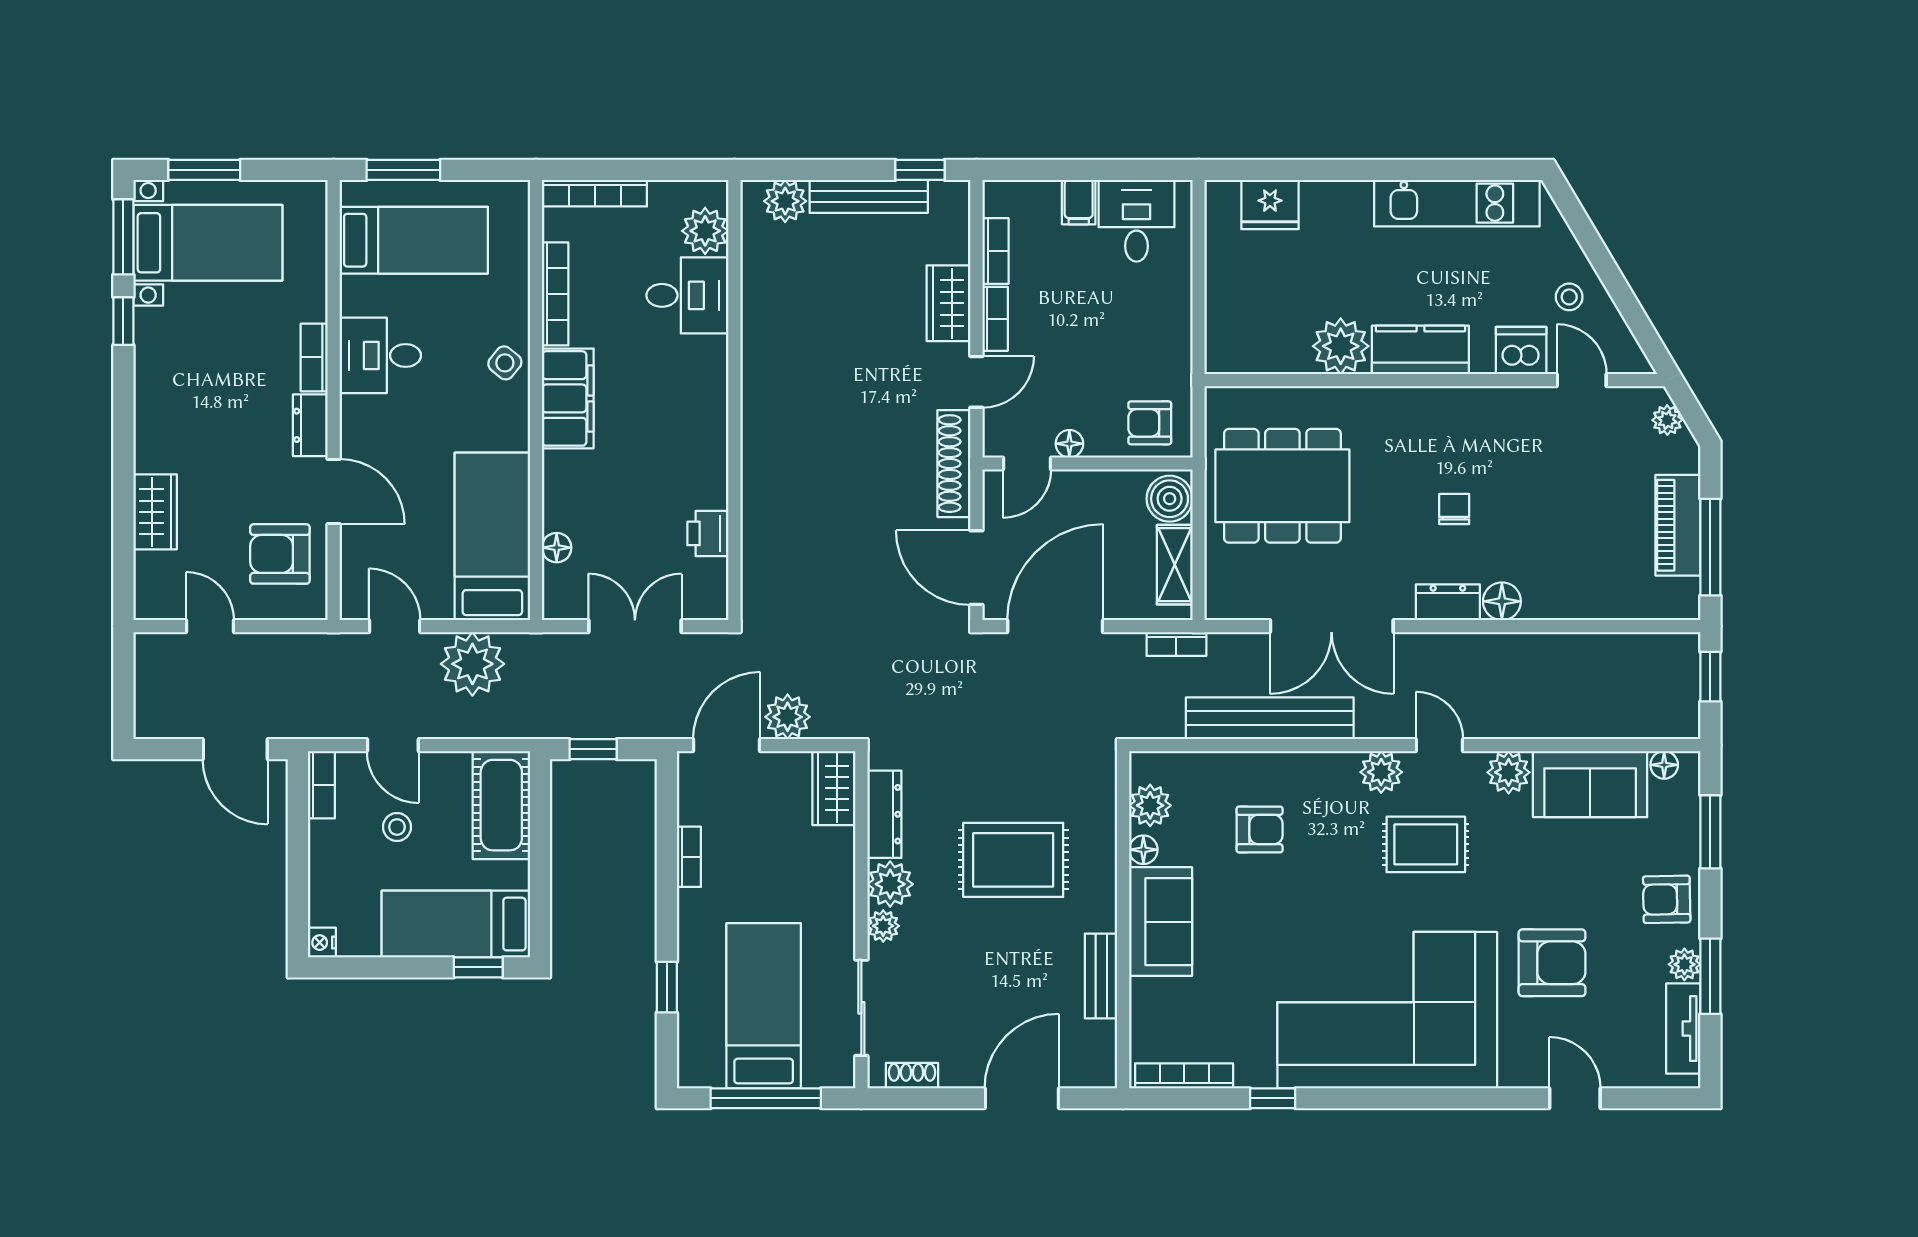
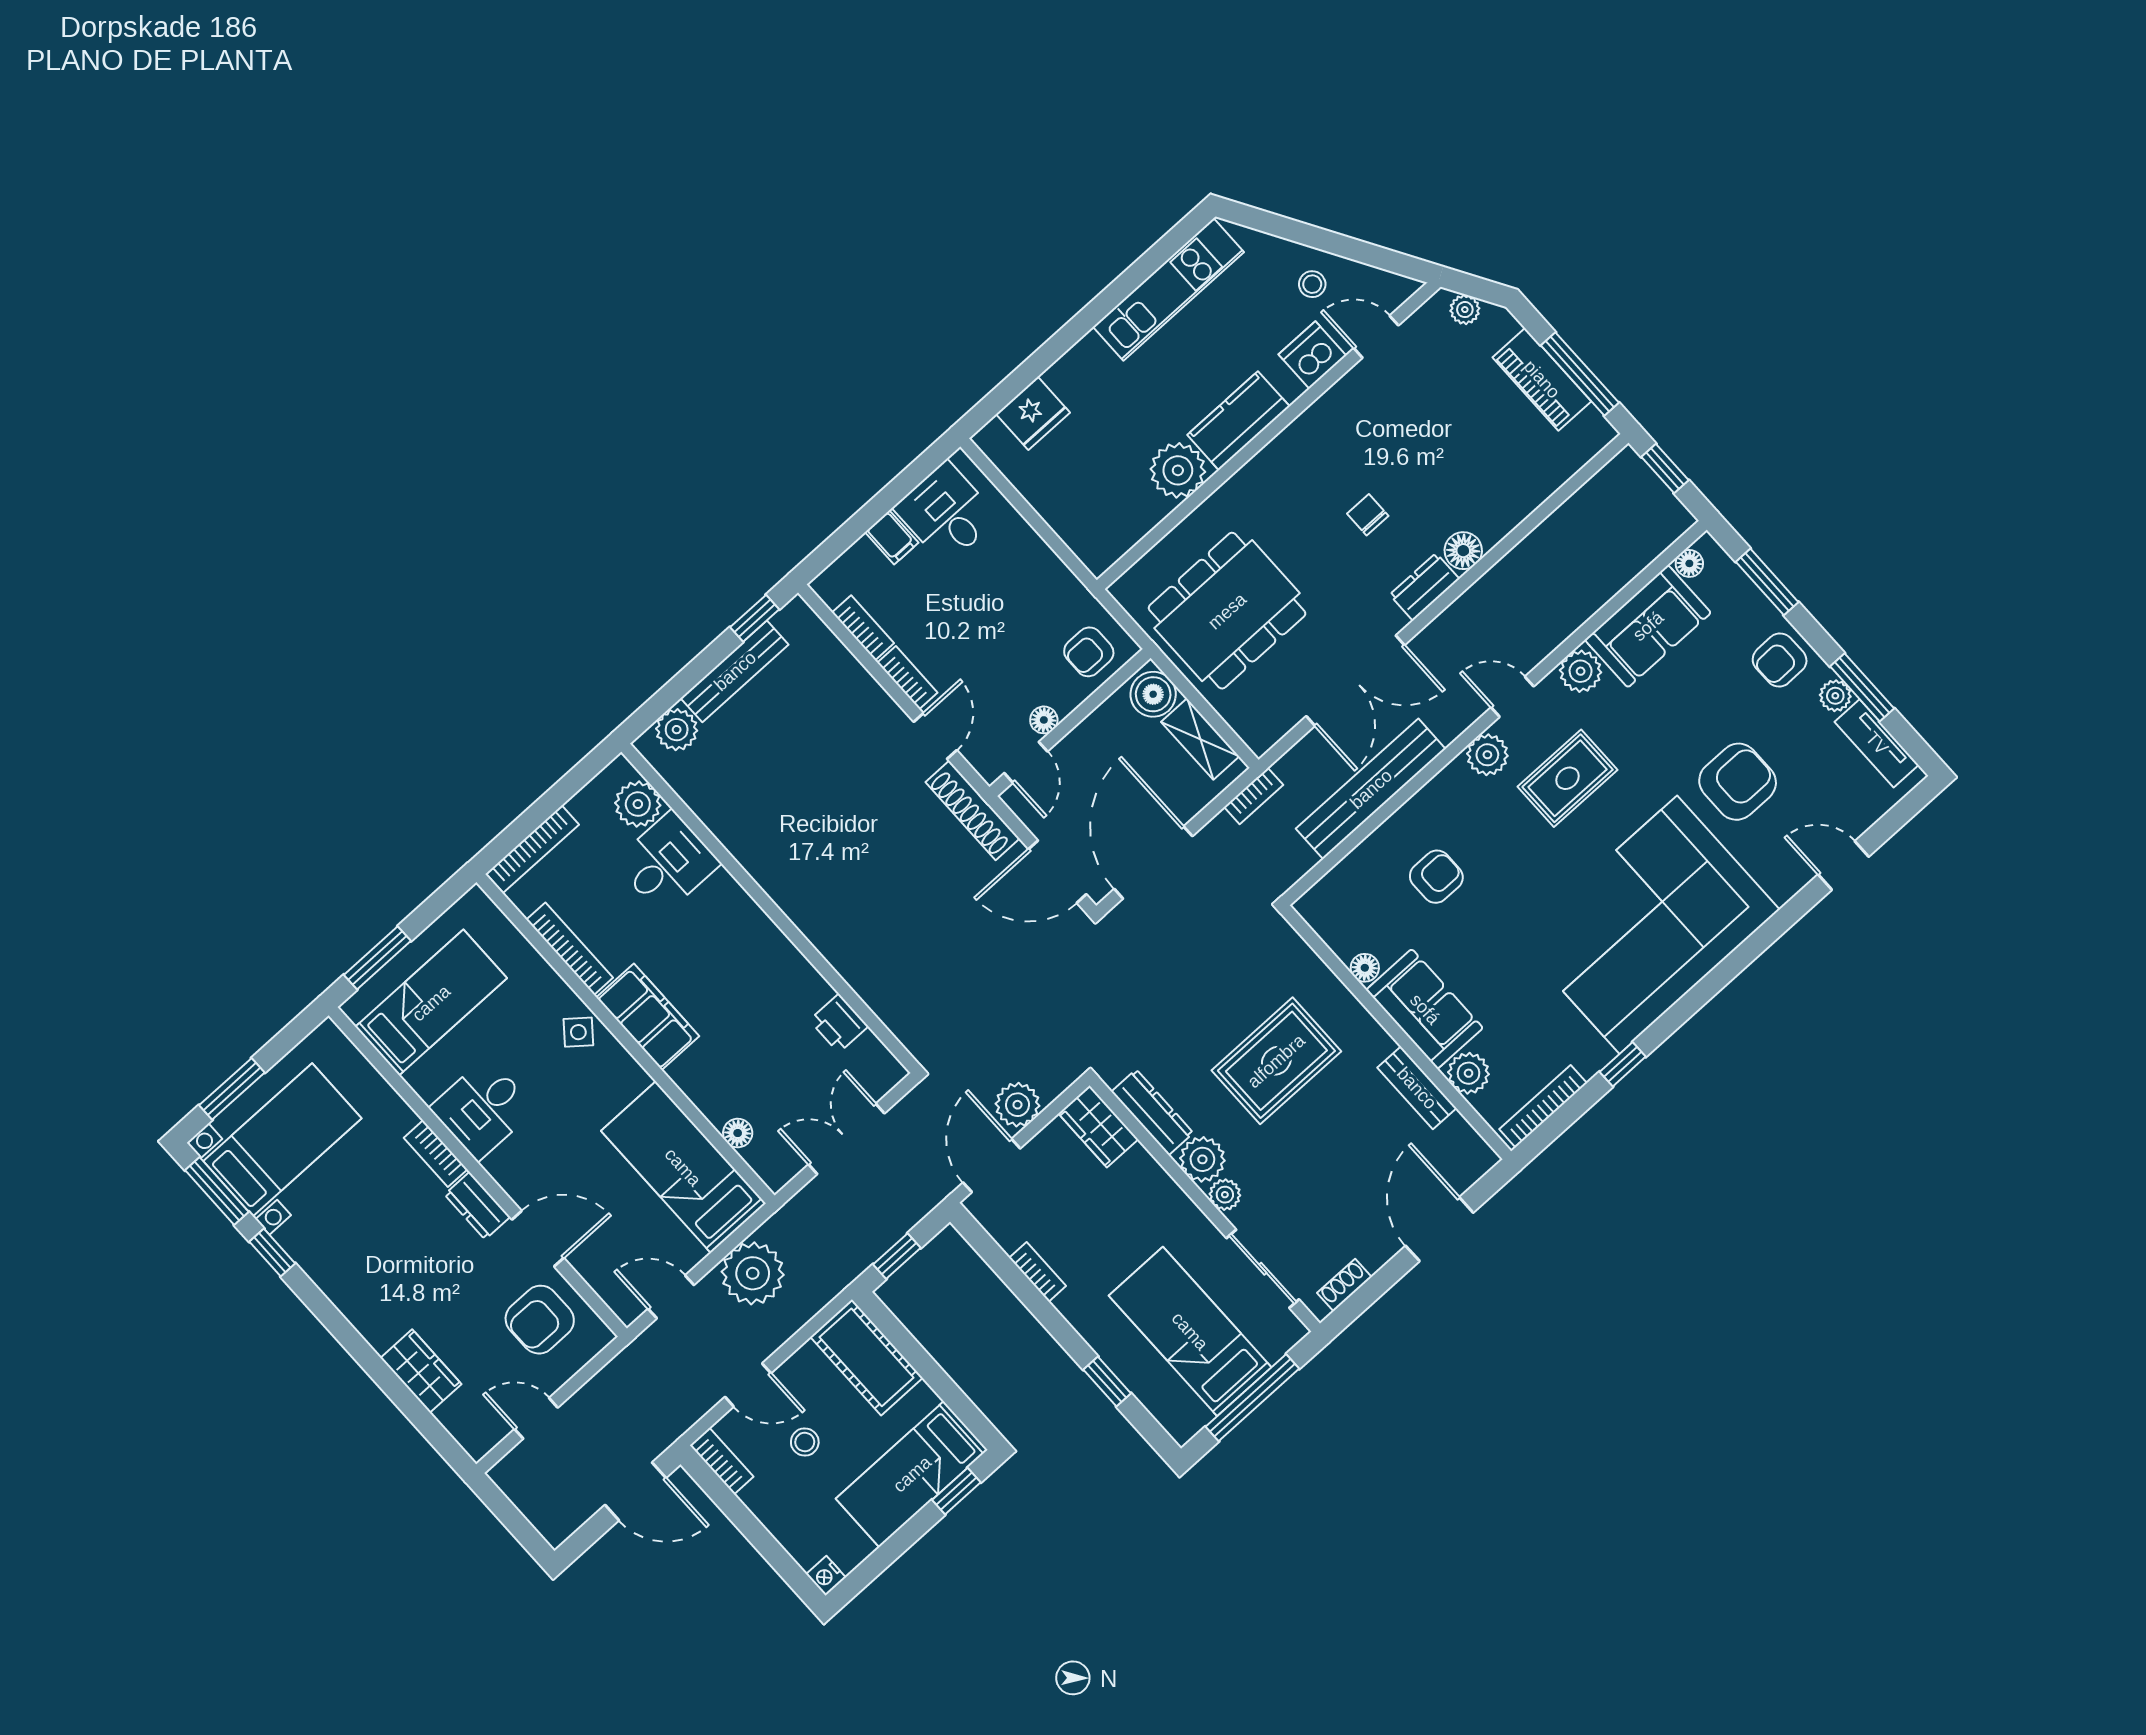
wardrobe: (948, 303) -> (863, 697), removed
plant: (1150, 805) -> (1469, 1073), moved

